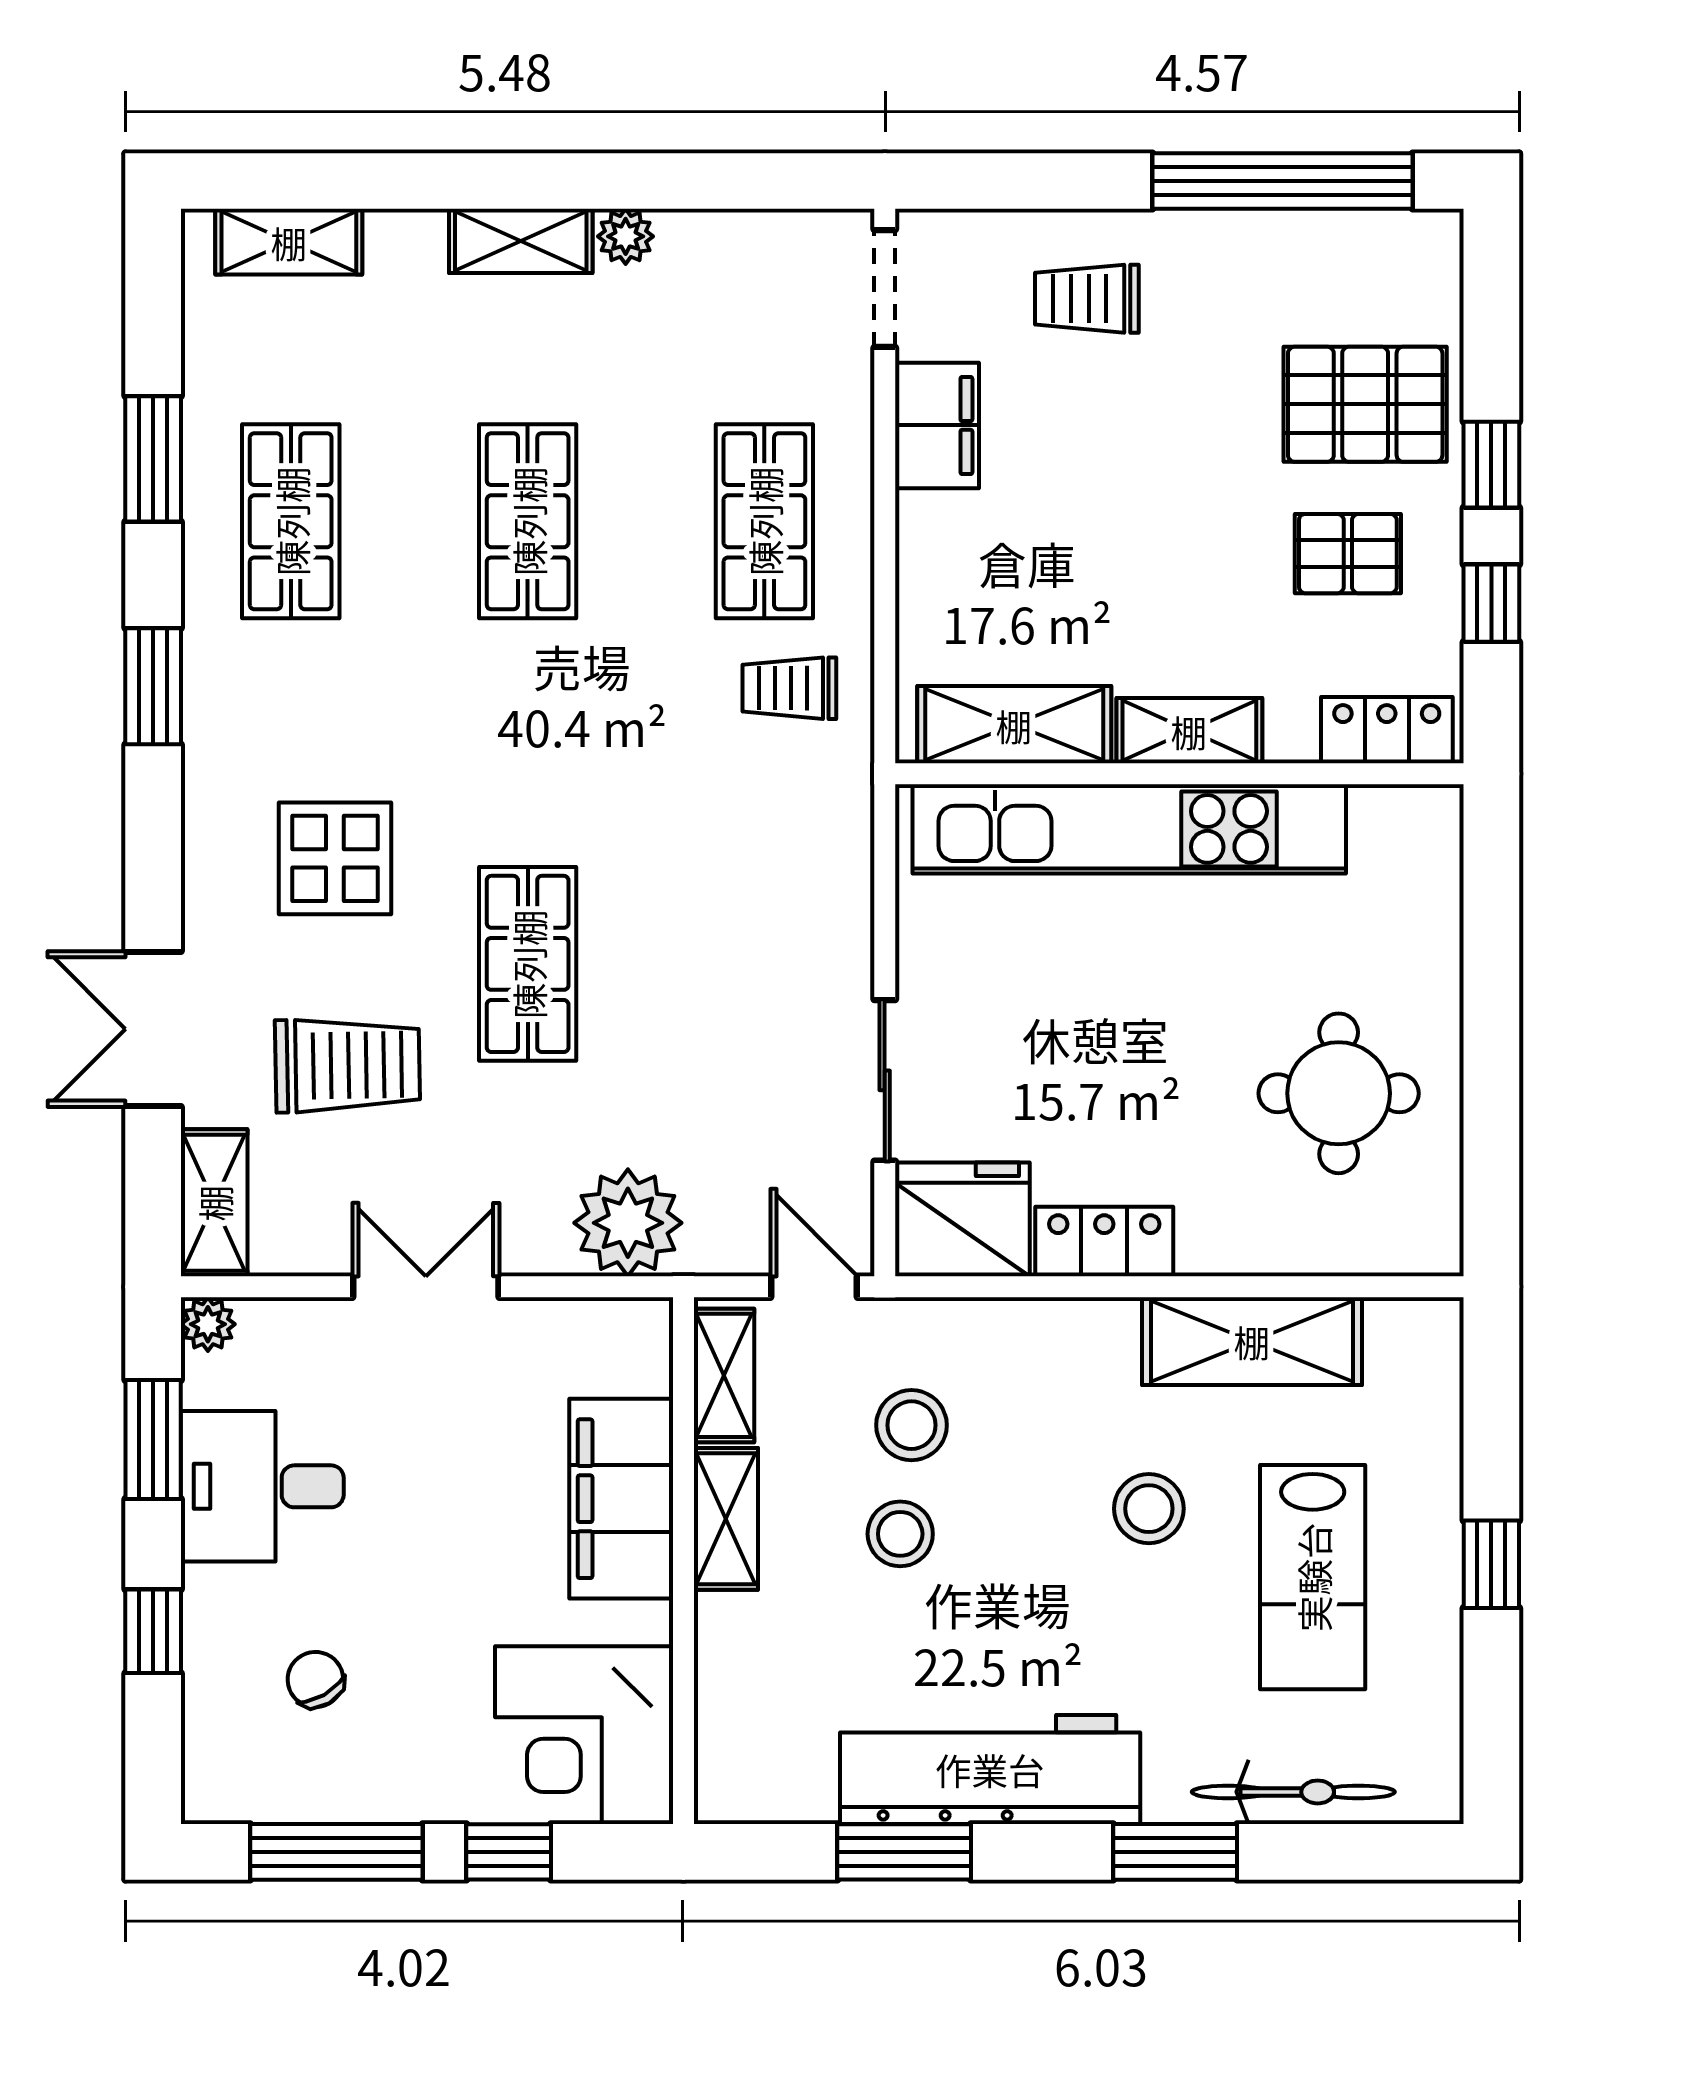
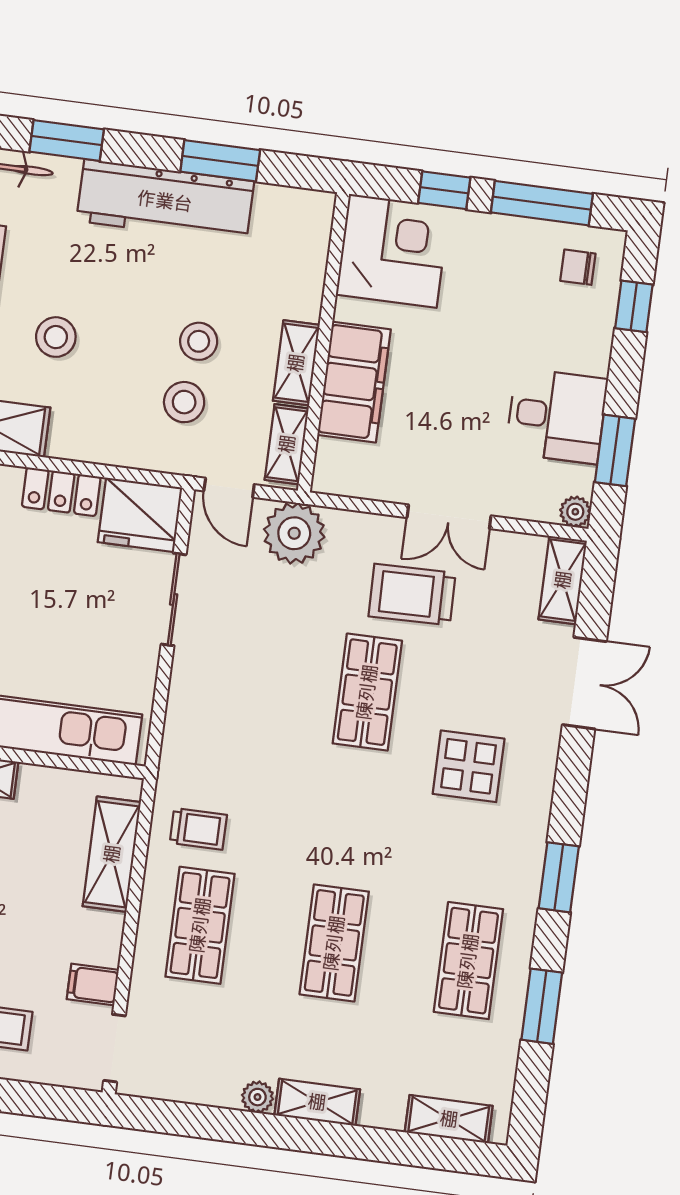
filing cabinet: (937, 425) -> (93, 984), width x0.50
shelving: (1014, 725) -> (112, 854), moved, turned 90
trolley: (348, 1065) -> (412, 595), moved
plant: (628, 1223) -> (294, 533), moved
window: (153, 1631) -> (634, 306), moved
chair: (315, 1679) -> (578, 267), moved, turned 120

